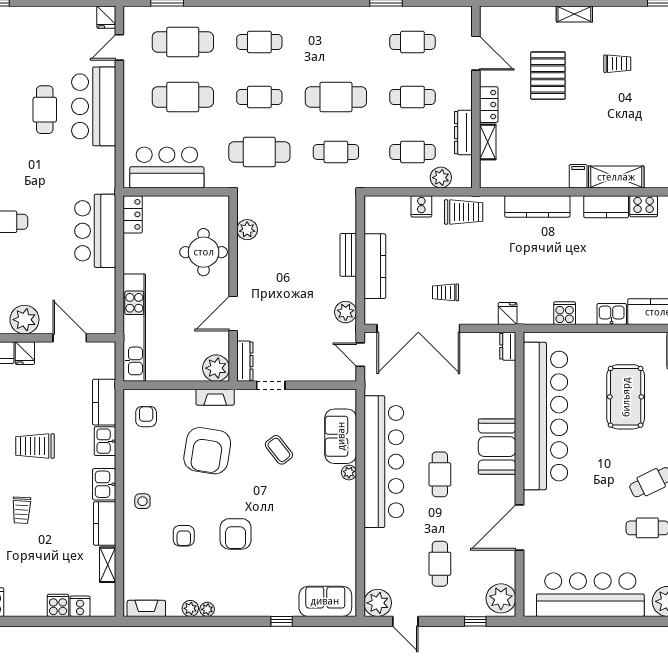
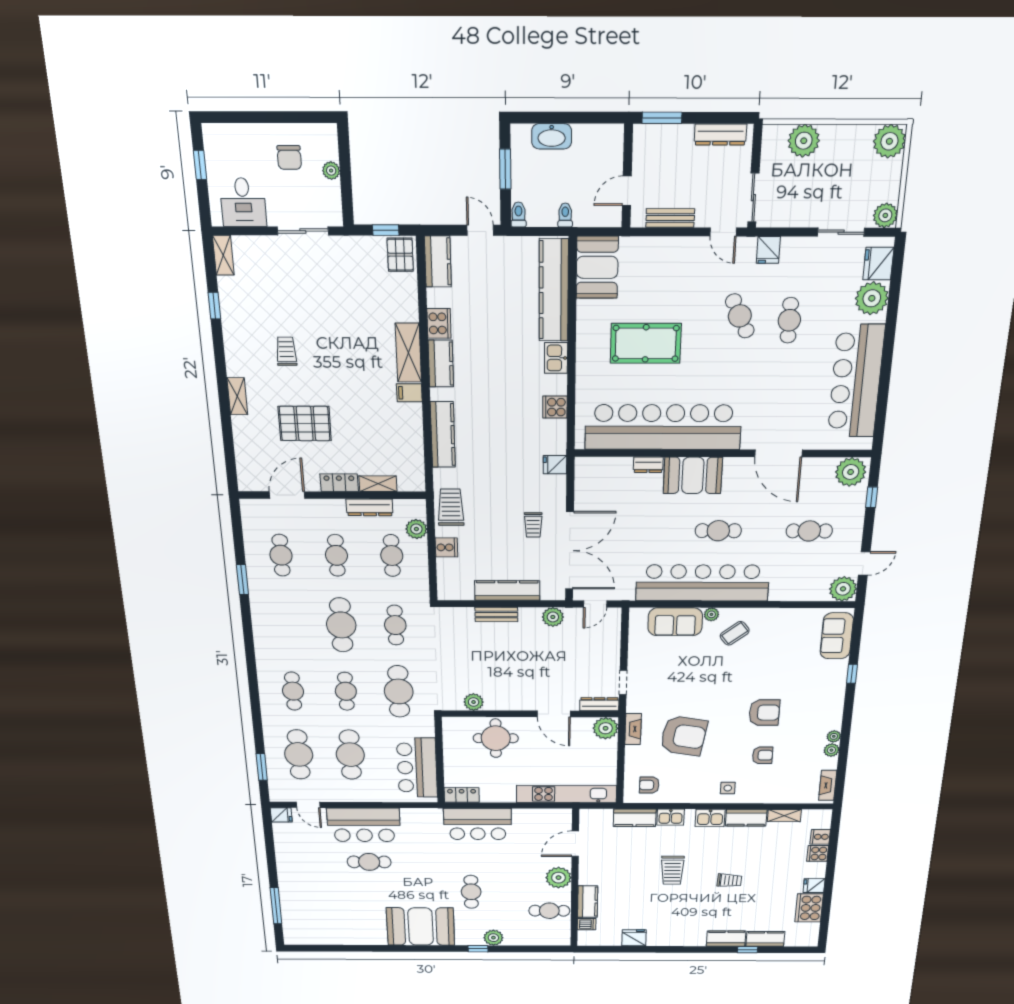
dresser: (508, 346) -> (648, 465), moved
fridge: (25, 353) -> (814, 886), moved, turned 180
coffee table: (279, 450) -> (735, 633), moved

